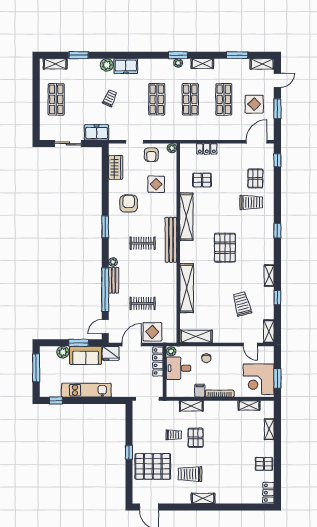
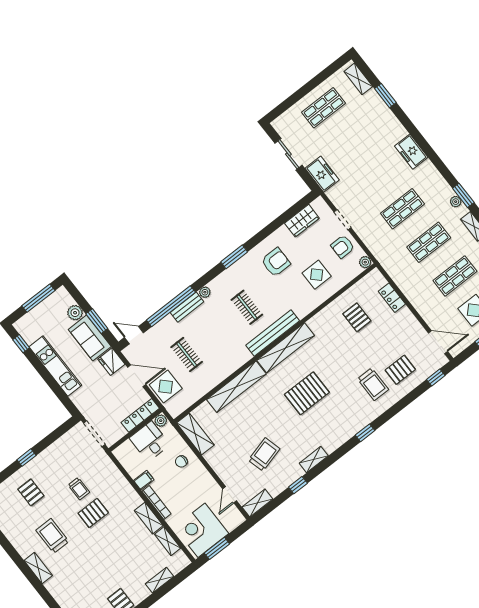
plant: (107, 65) -> (398, 132), removed
trolley: (110, 98) -> (367, 161), removed
shelving: (186, 217) -> (286, 348), moved
shelving: (191, 406) -> (149, 518), moved
pallet: (153, 466) -> (31, 492), width x0.49, depth x0.50

